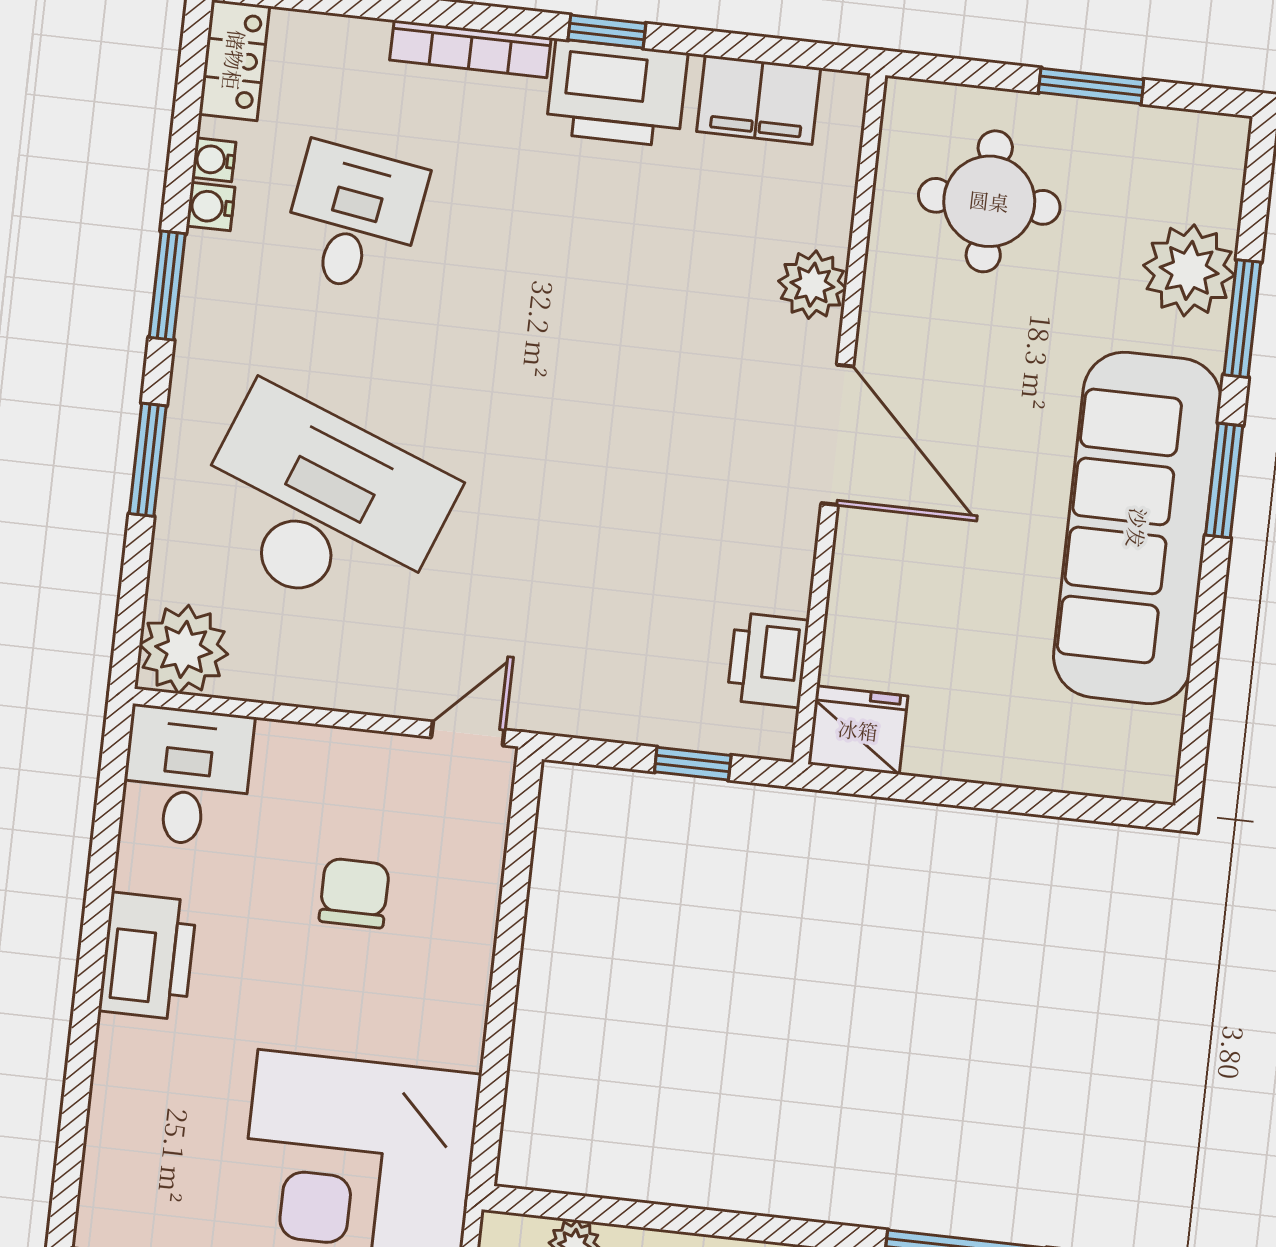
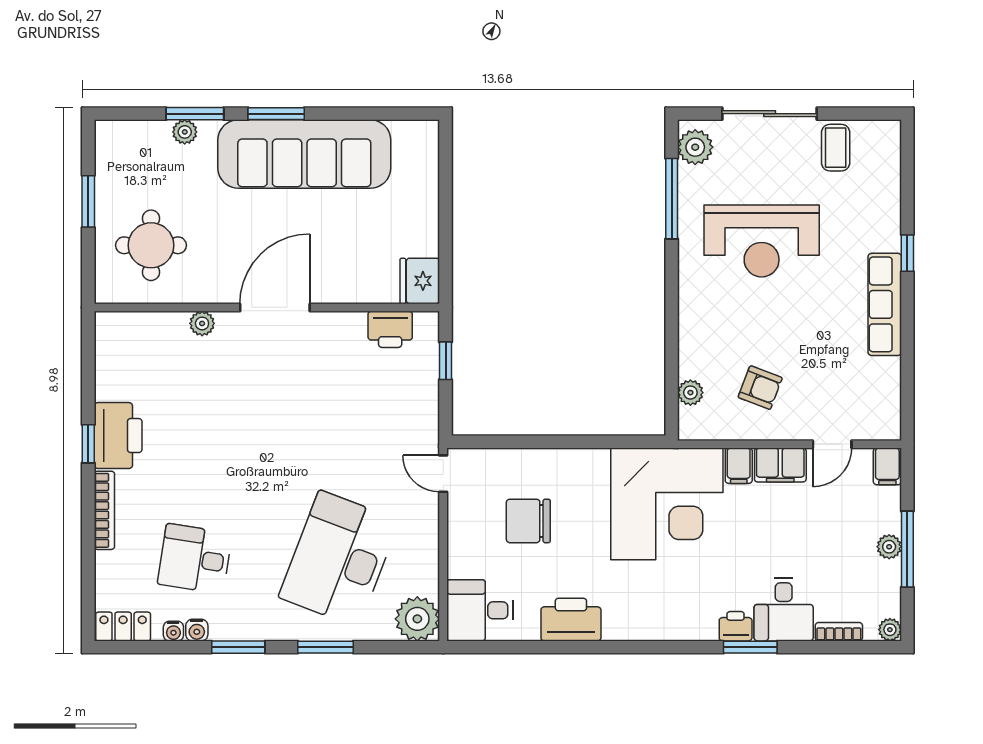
filing cabinet: (759, 100) -> (114, 365), removed
plant: (1189, 270) -> (185, 132), width x0.53, depth x0.53
plant: (812, 285) -> (202, 323), width x0.73, depth x0.73
chair: (354, 893) -> (528, 521), width x1.37, depth x1.37

